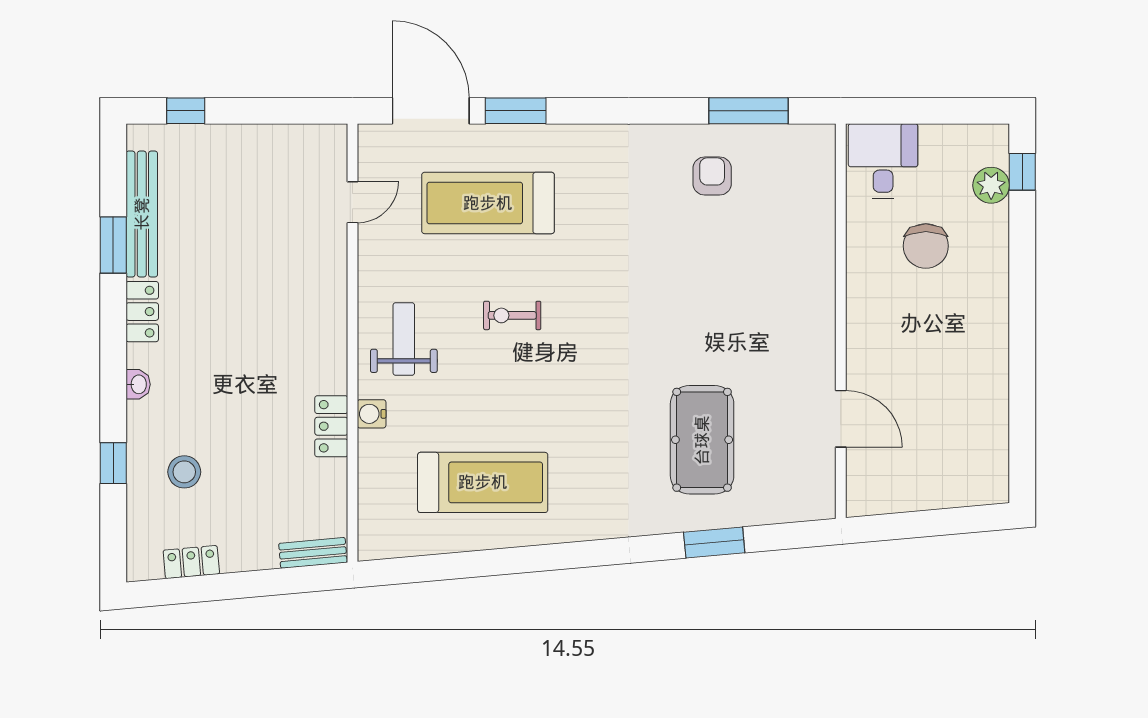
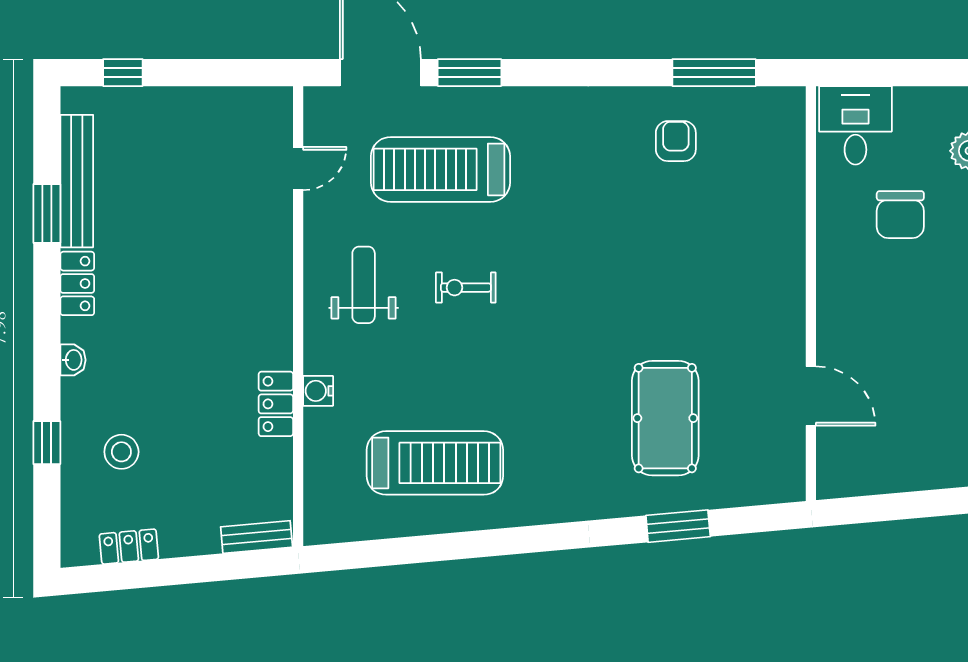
weight bench: (404, 339) -> (364, 285), moved

